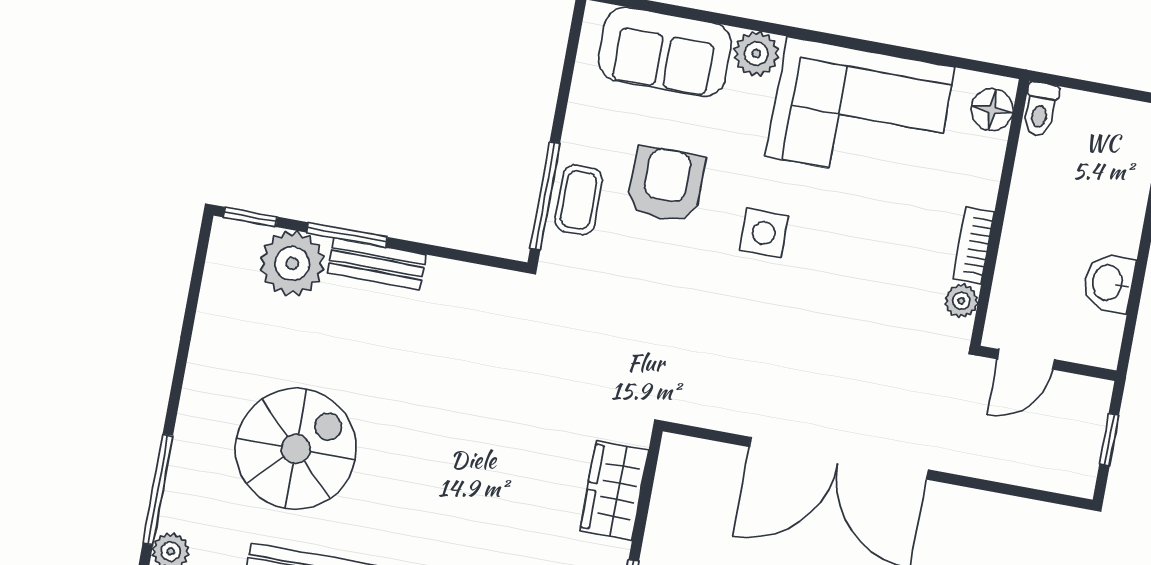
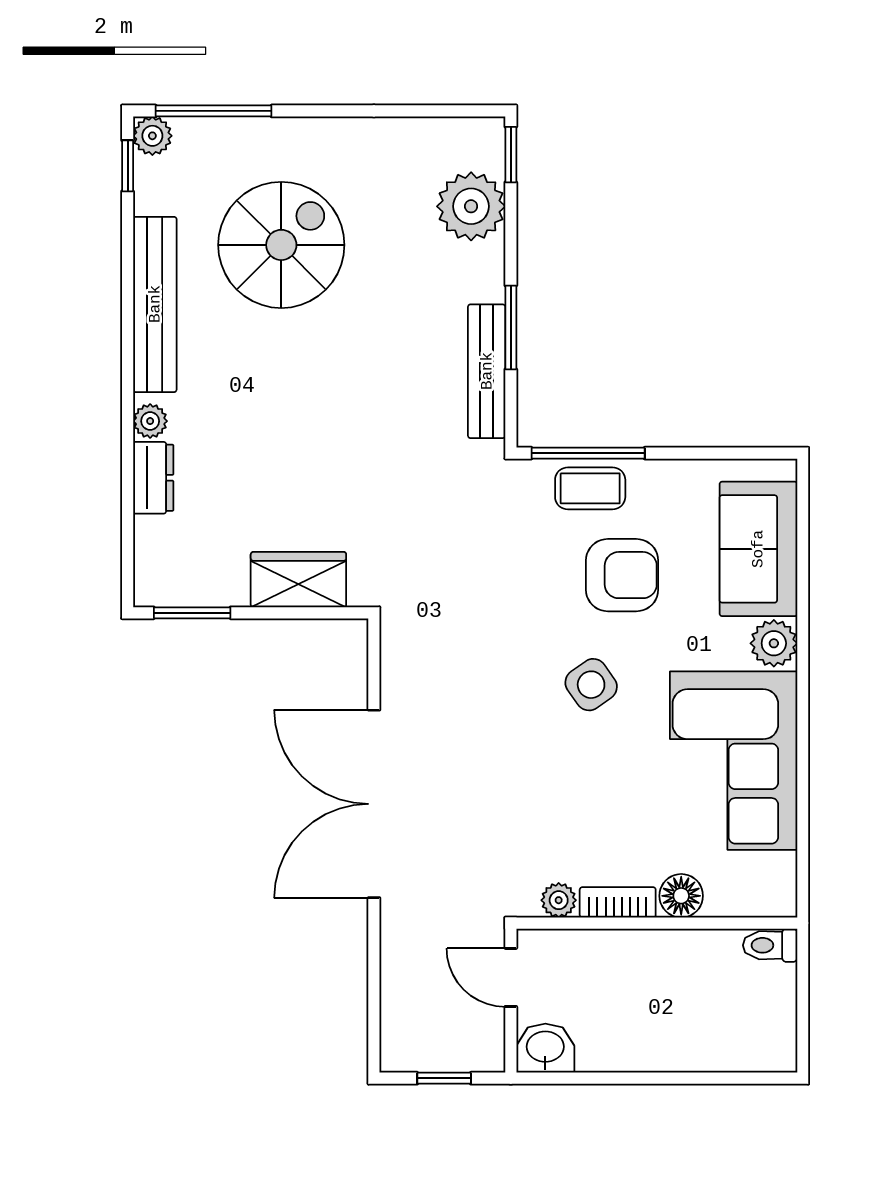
floor lamp: (992, 110) -> (681, 896), moved
side table: (764, 233) -> (591, 685), turned -35
window: (347, 235) -> (511, 327), moved
bench: (377, 264) -> (487, 371), moved, width x1.36
washbasin: (1109, 283) -> (545, 1048), moved
spiral stairs: (296, 449) -> (281, 245), turned -90

